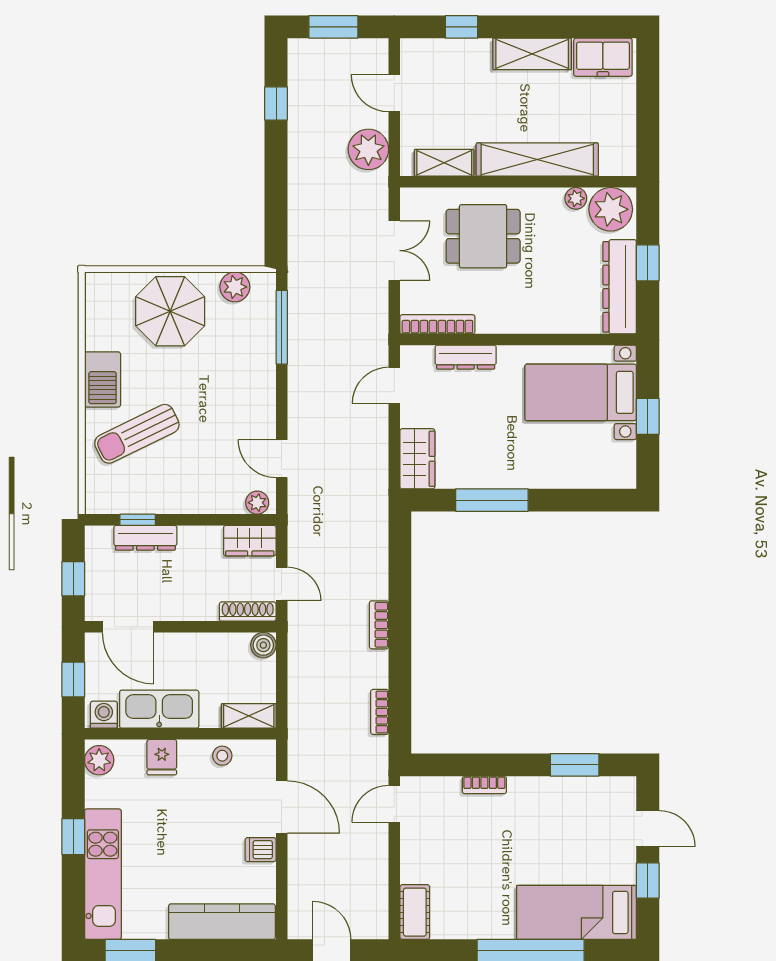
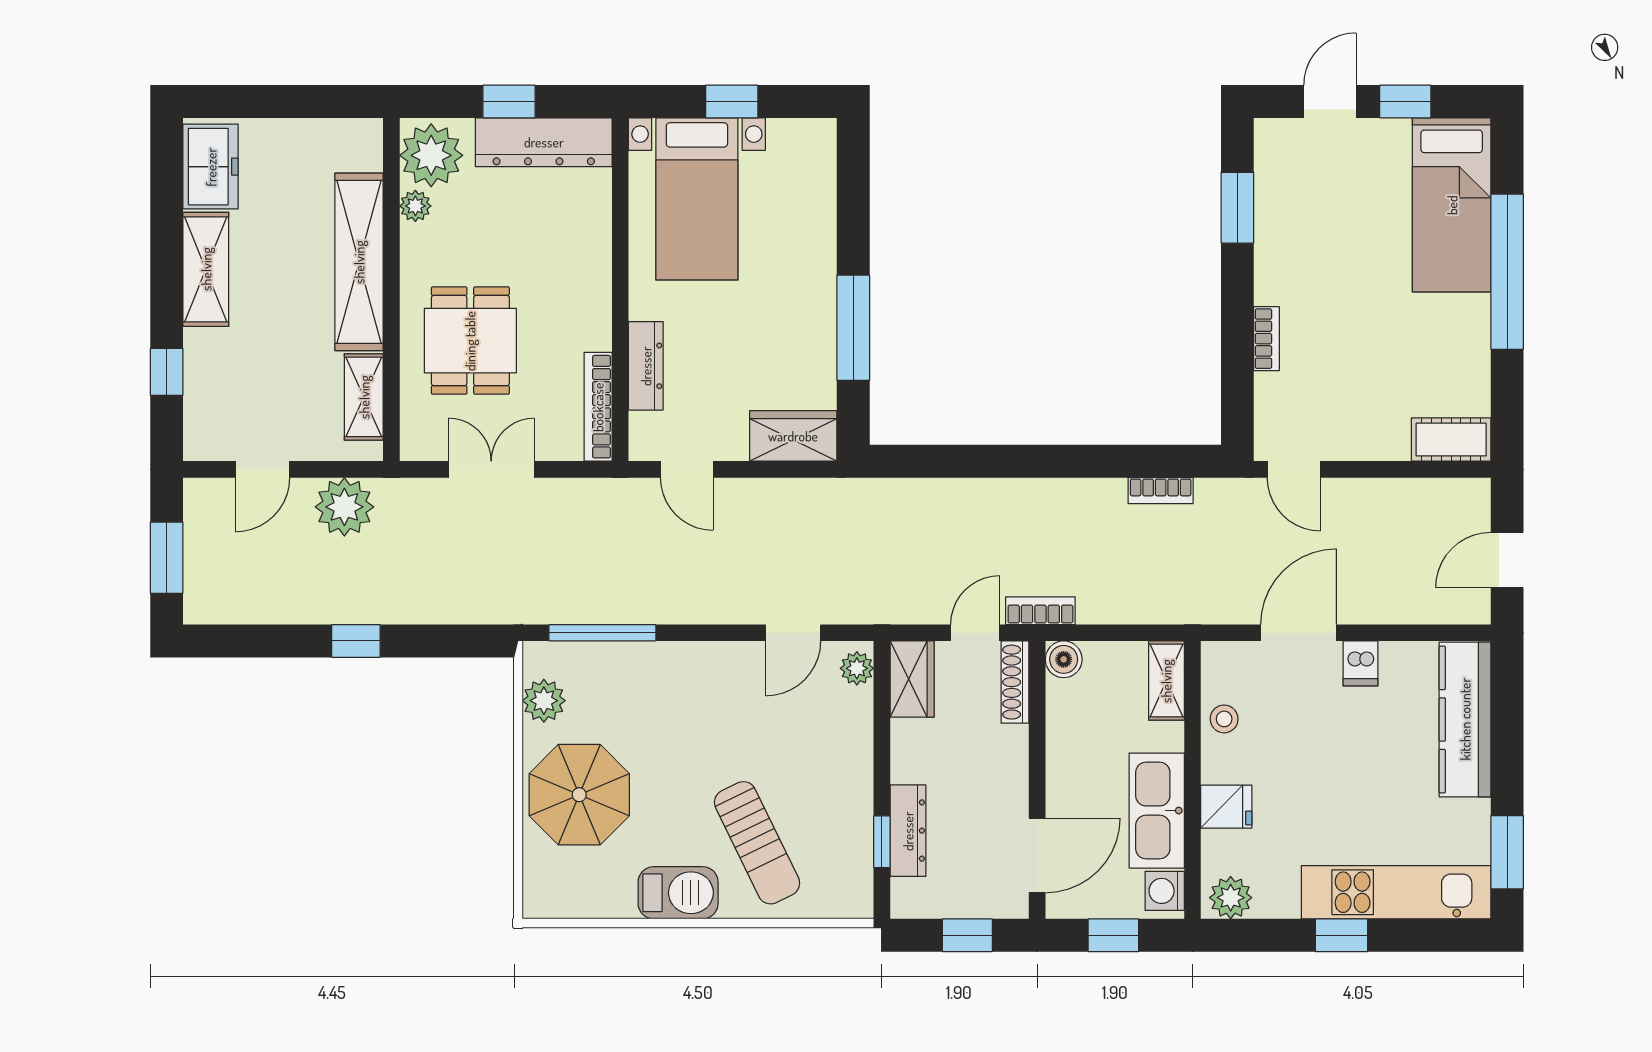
window: (276, 104) -> (356, 641), moved
bookcase: (379, 625) -> (1040, 611), moved, turned 180

